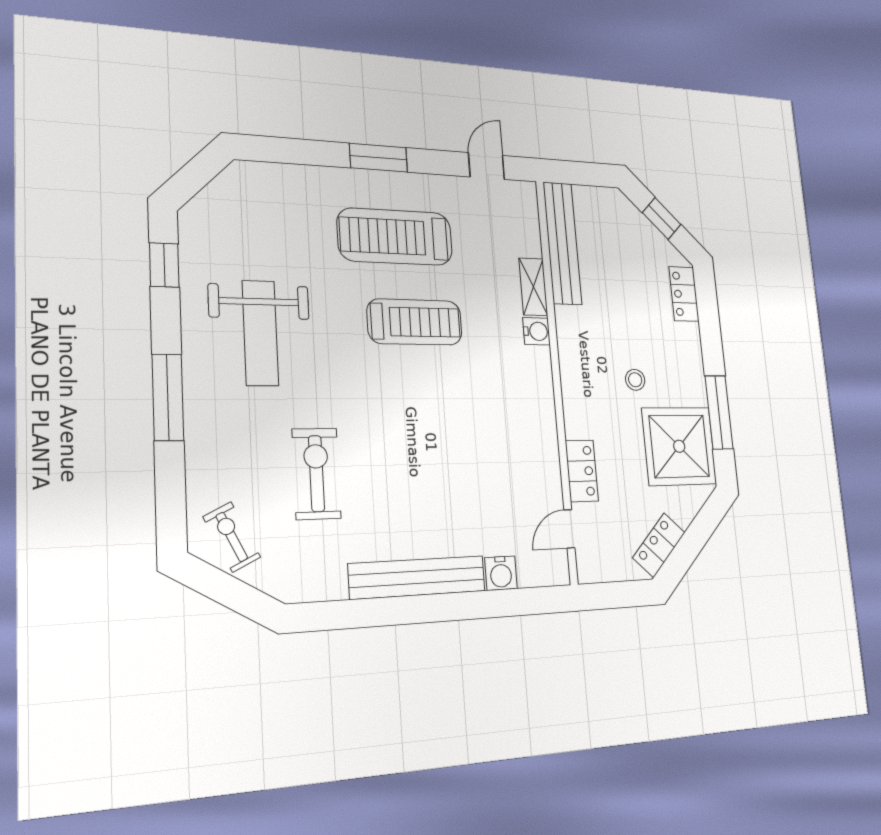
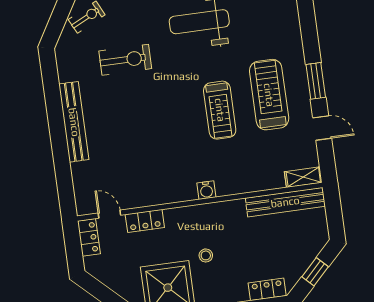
door: (486, 166) -> (322, 128), moved
shelving: (533, 287) -> (303, 177), moved
water cooler: (537, 331) -> (206, 190), moved
locker: (659, 545) -> (89, 237), moved, turned 46
water cooler: (501, 573) -> (80, 172), removed

